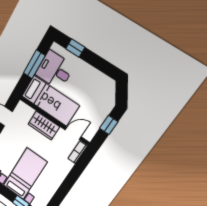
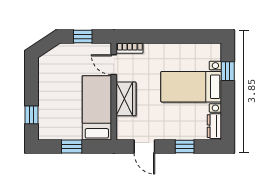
window: (34, 64) -> (72, 146), width x0.67
desk: (55, 70) -> (64, 122), removed

